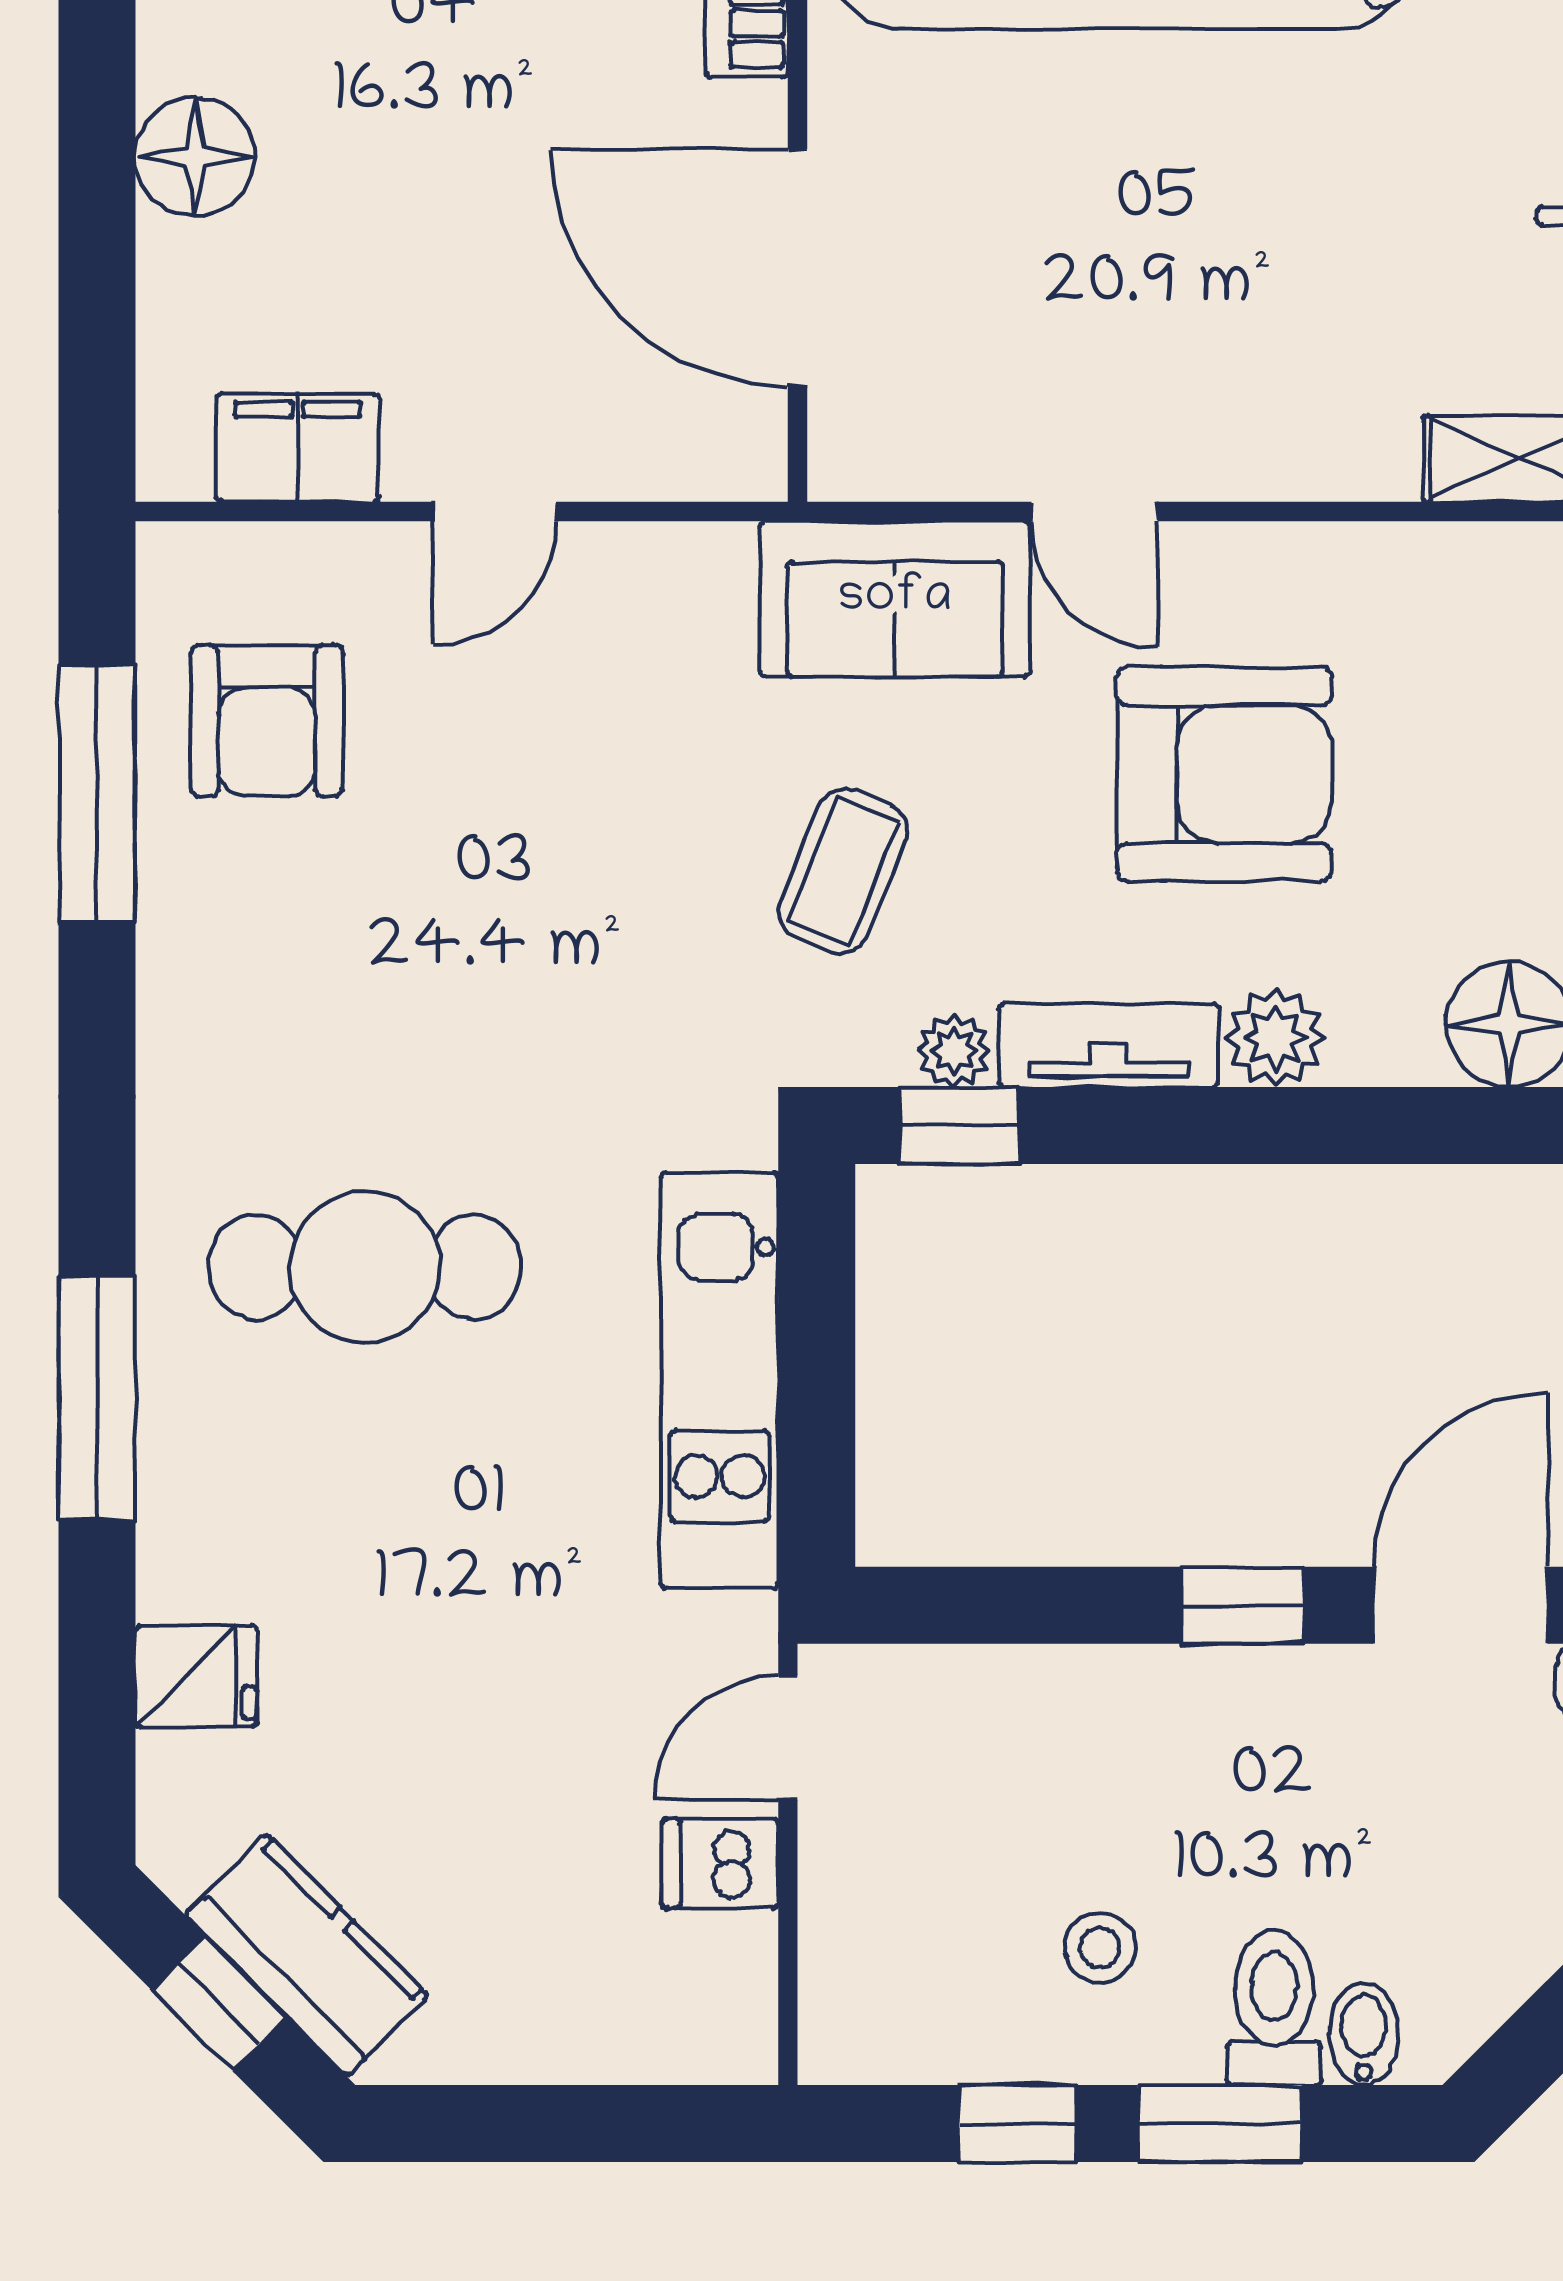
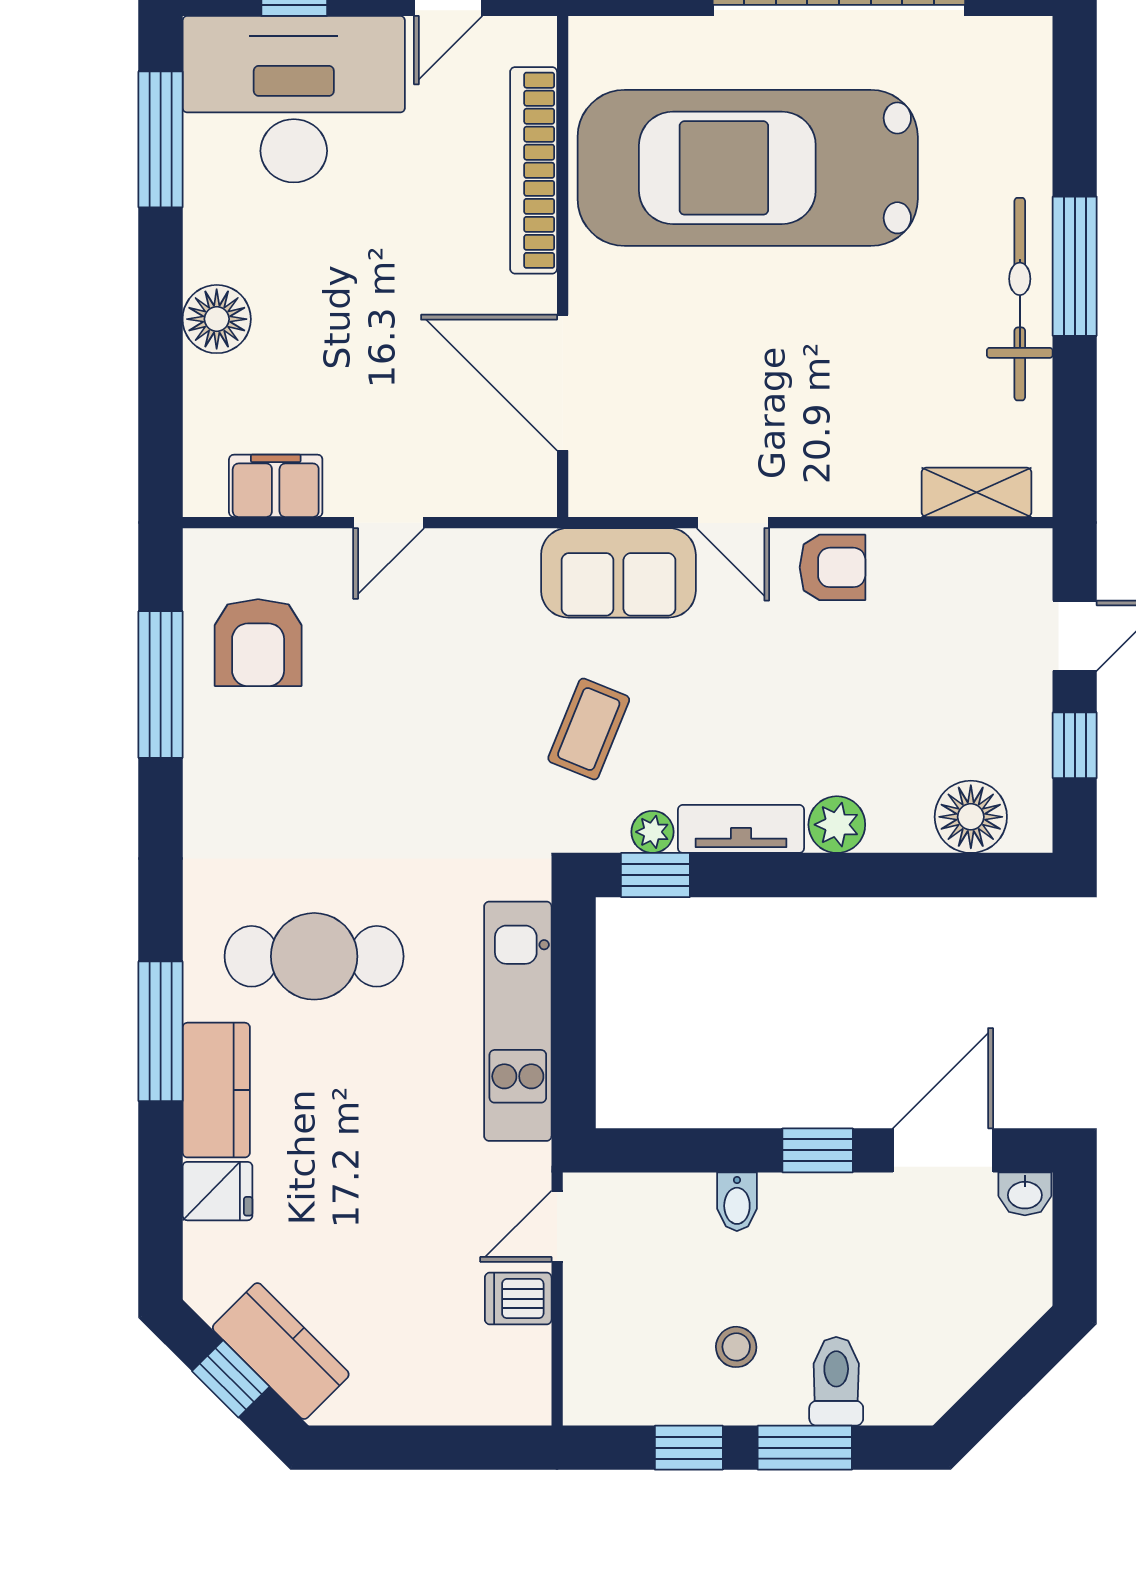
armchair: (1224, 774) -> (832, 567), moved, width x0.53, depth x0.53
kitchen counter: (194, 1500) -> (216, 1090), added
bidet: (1364, 2034) -> (737, 1202), moved, turned 180

